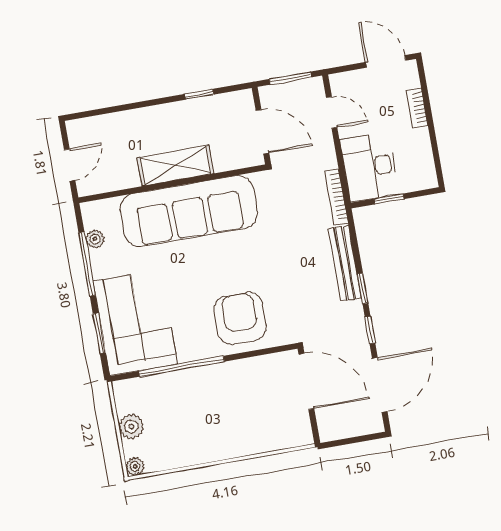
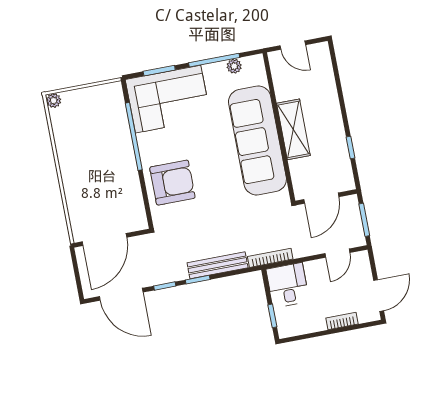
desk: (370, 167) -> (288, 285), width x0.73
window: (389, 199) -> (272, 316), moved
door: (306, 381) -> (104, 240), moved
plant: (131, 426) -> (85, 97), removed

